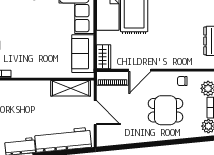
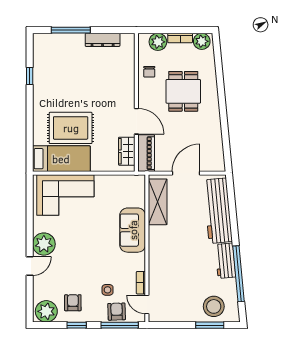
sofa: (83, 54) -> (133, 230), moved, turned 90
wardrobe: (104, 57) -> (127, 151), moved, turned -90

